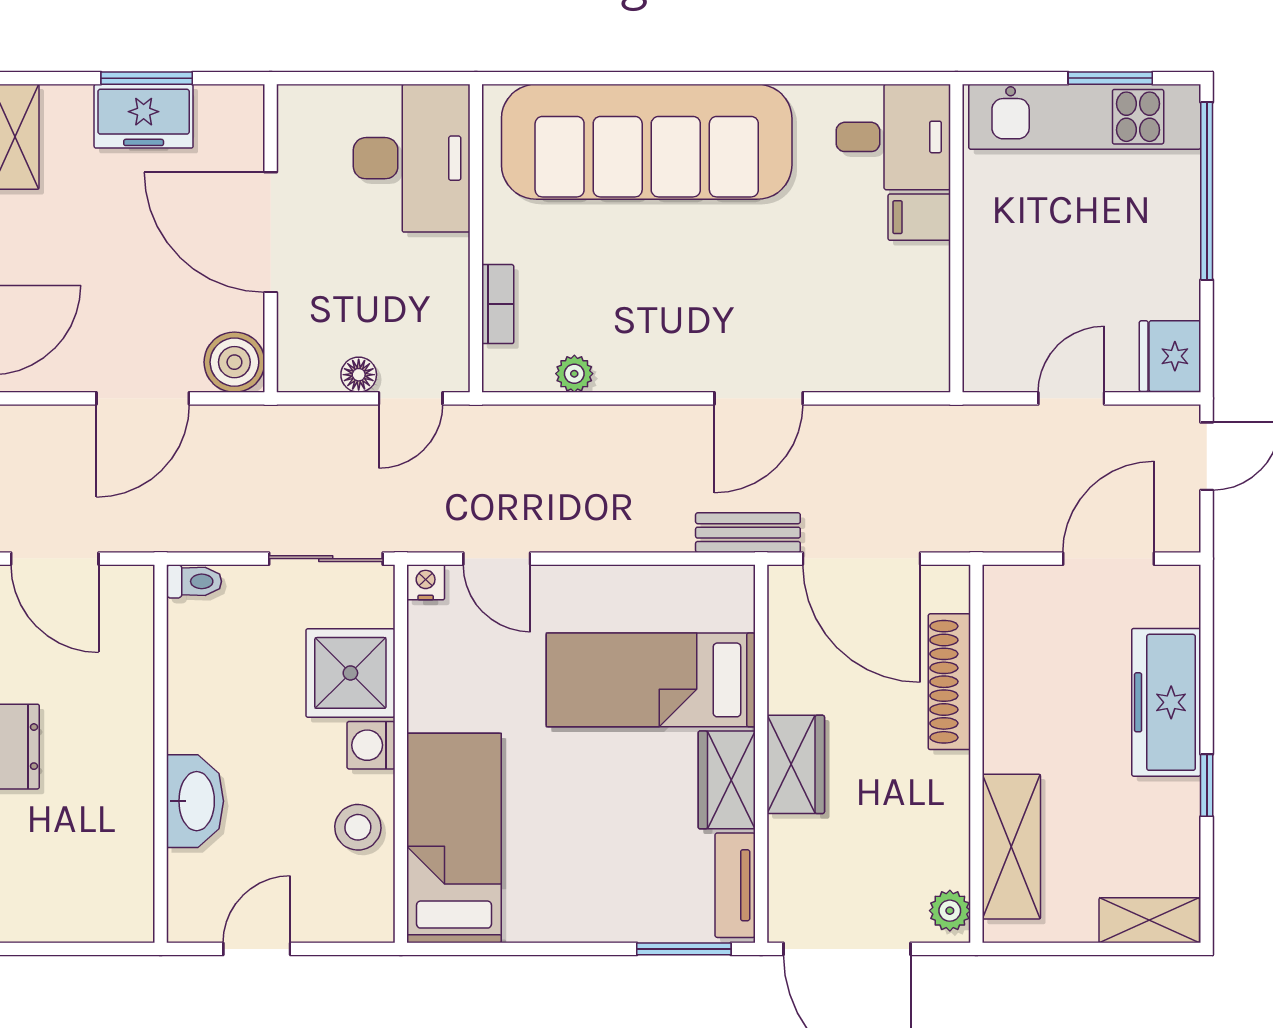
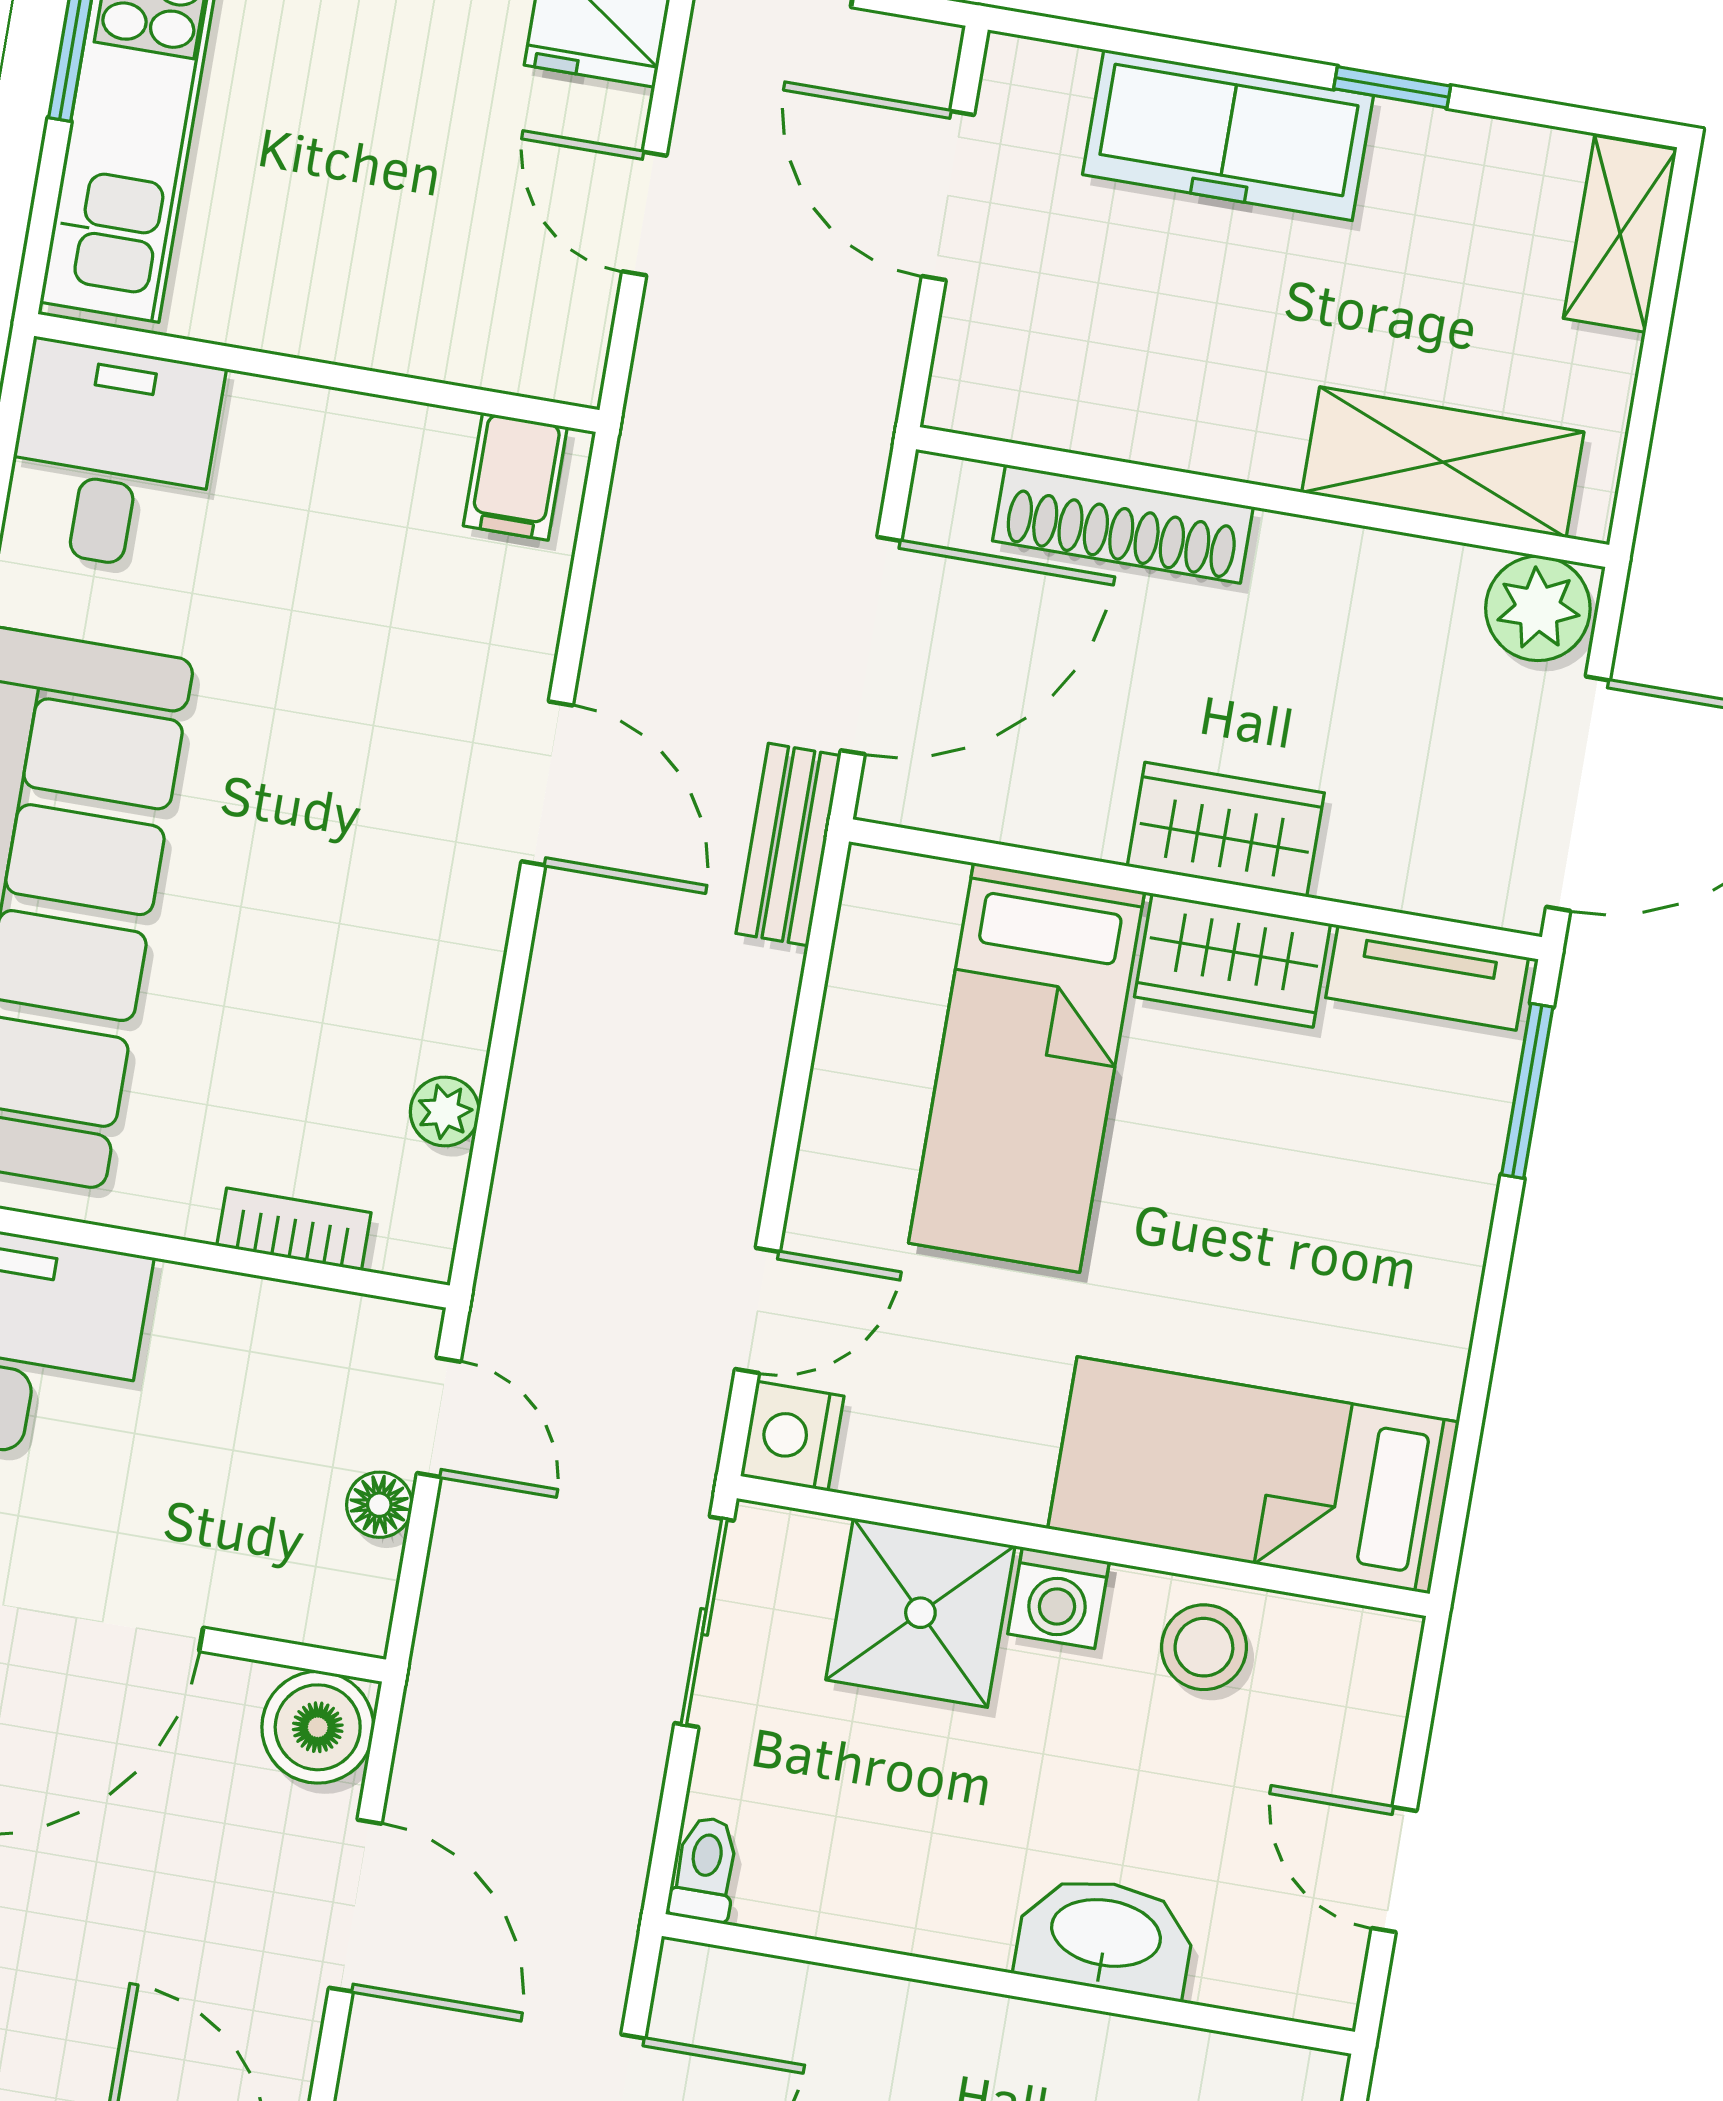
filing cabinet: (919, 217) -> (515, 476), moved
nightstand: (426, 582) -> (792, 1436), width x1.39, depth x1.35
plant: (950, 911) -> (1538, 608), width x1.38, depth x1.38

